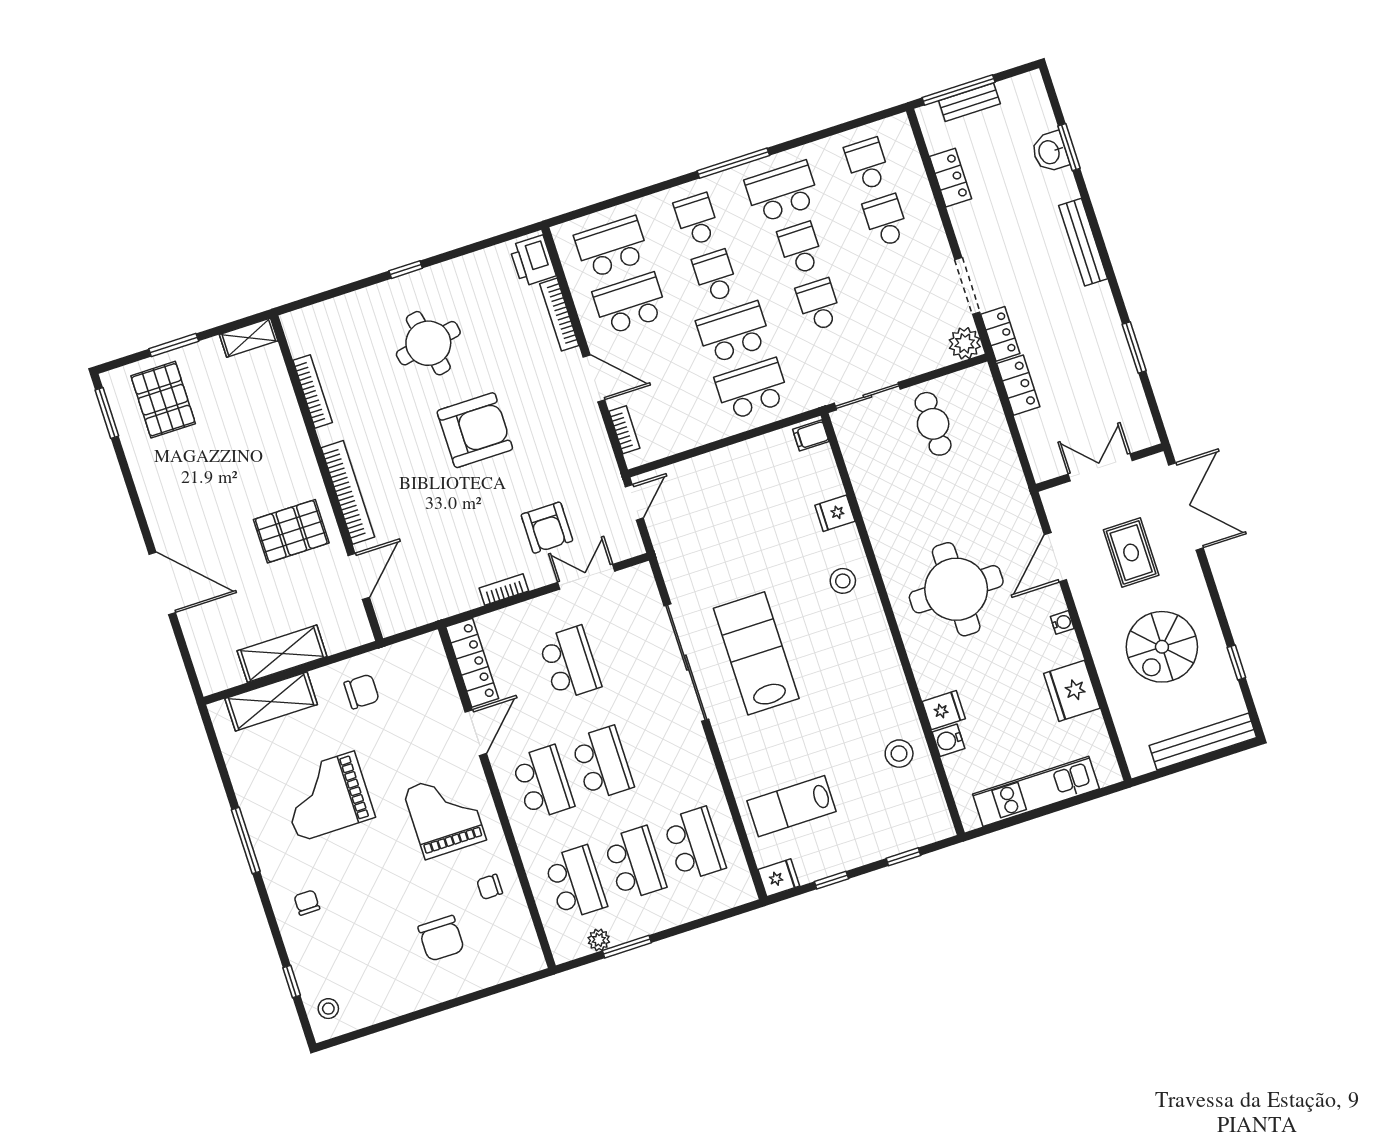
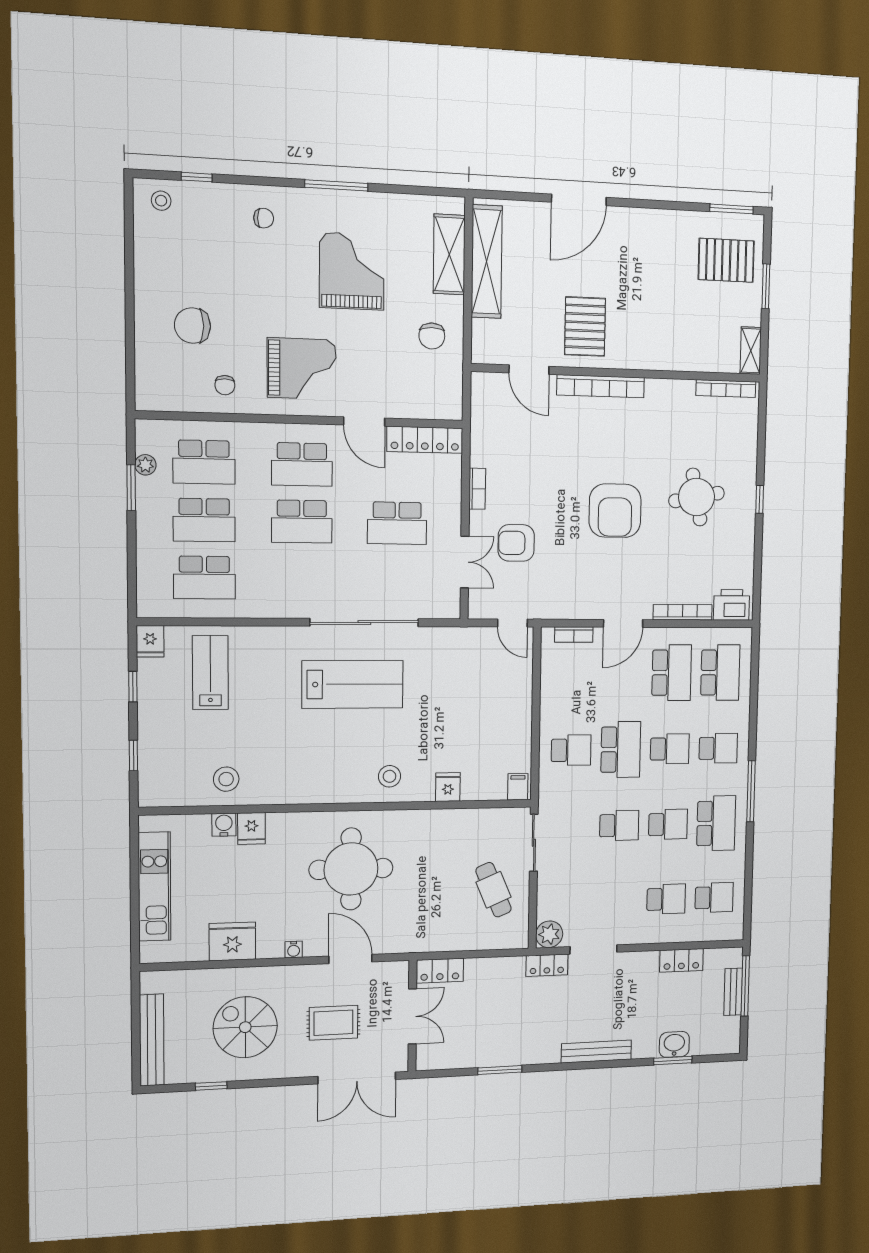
locker: (1018, 385) -> (440, 971), moved
school desk: (752, 389) -> (571, 750), width x0.54
bookcase: (313, 391) -> (726, 389), moved
cafe table: (933, 424) -> (494, 890), turned 67
shelving: (282, 654) -> (487, 262), width x1.47
chair: (490, 887) -> (225, 385), turned 180

